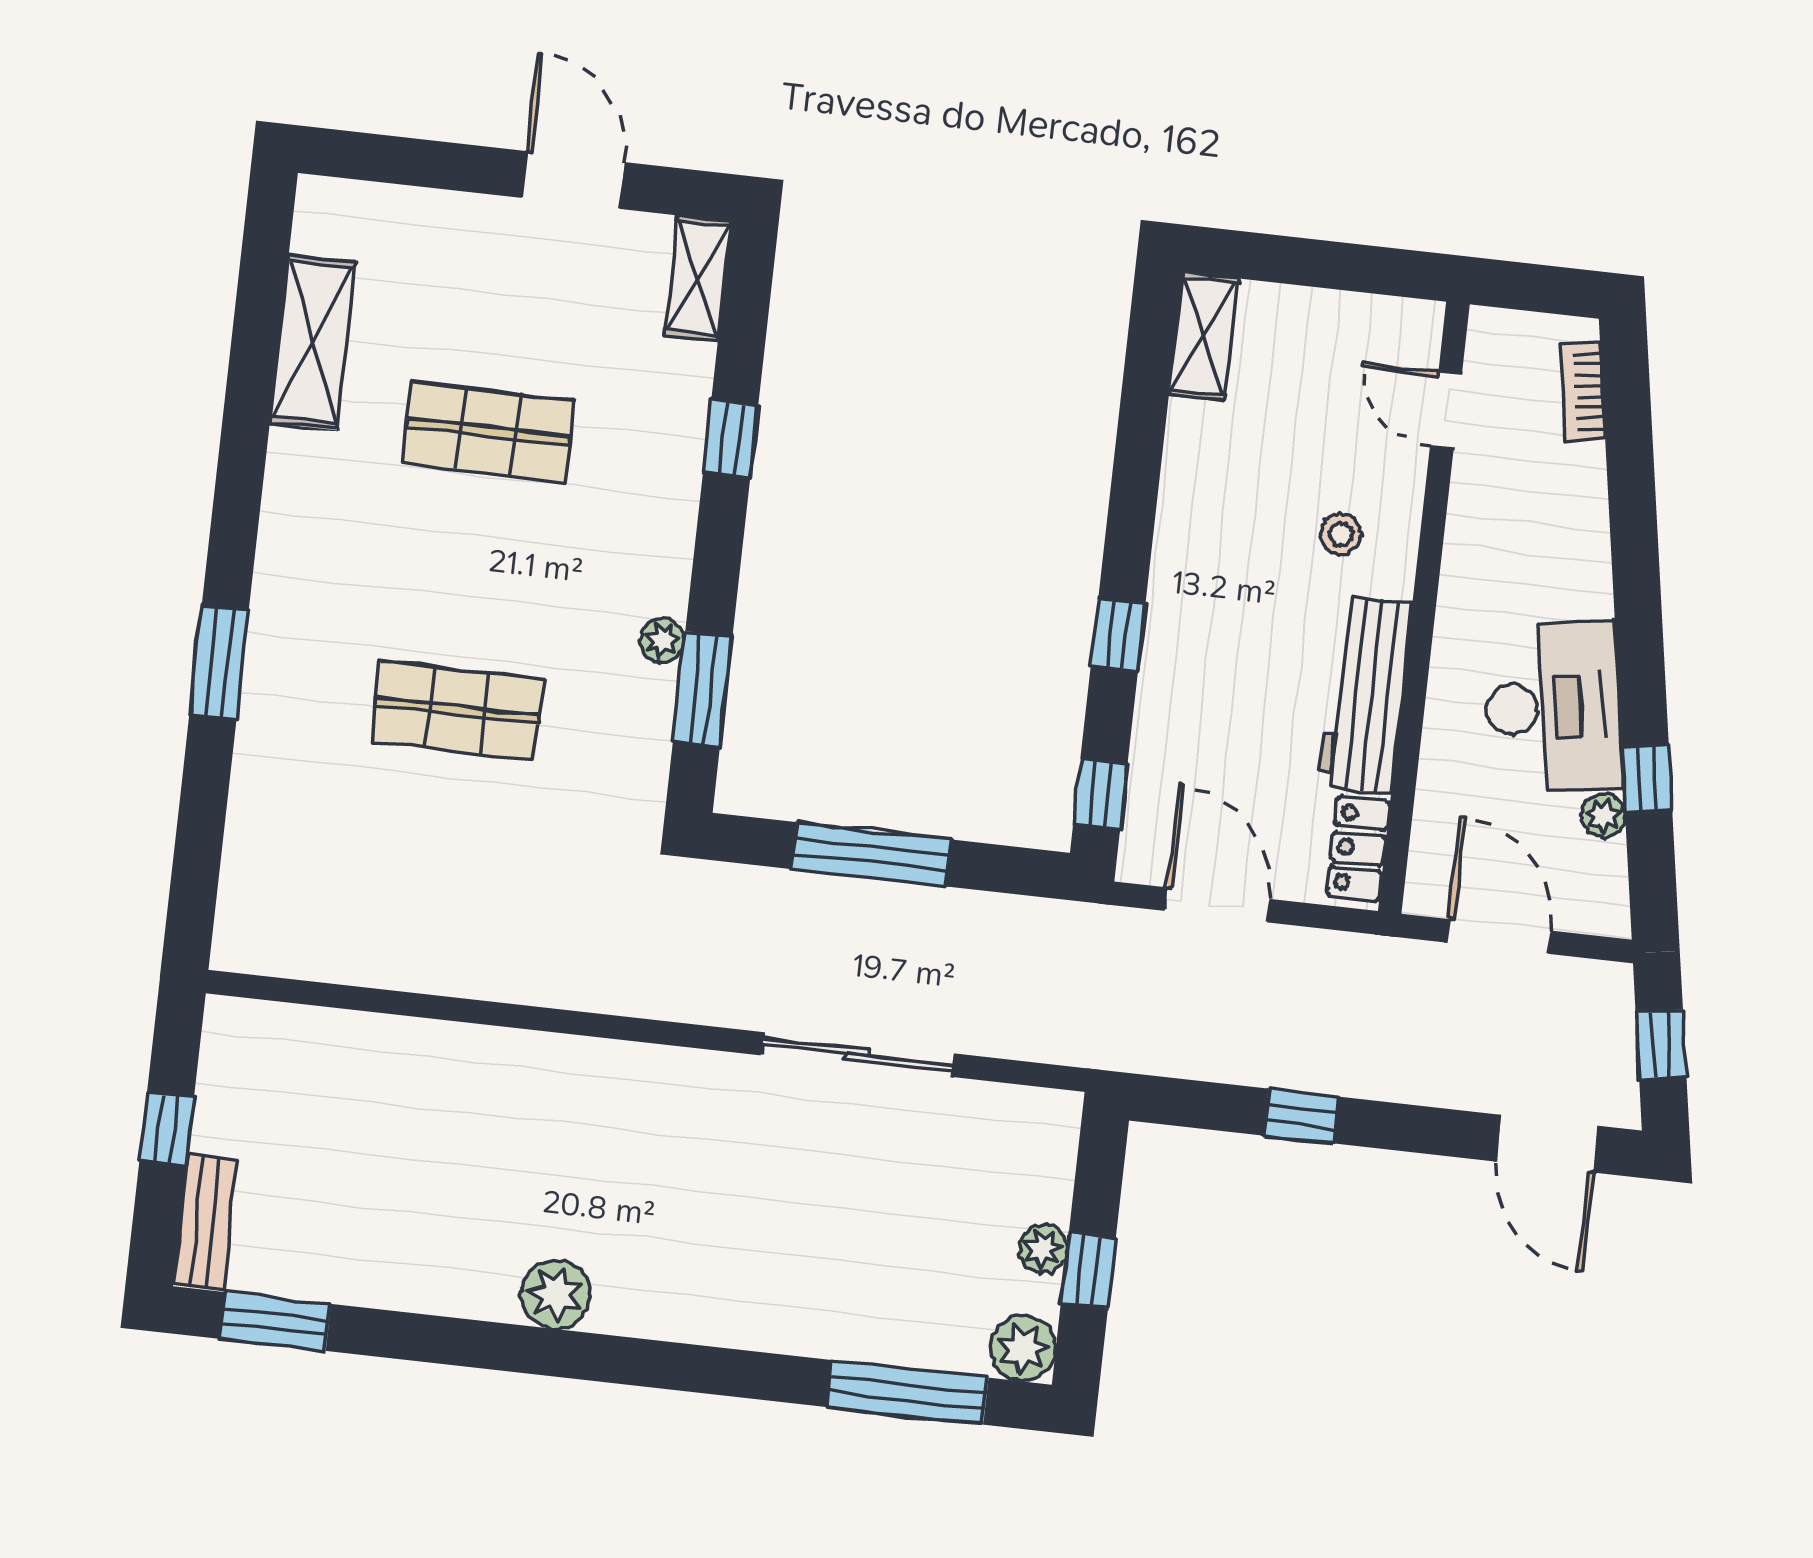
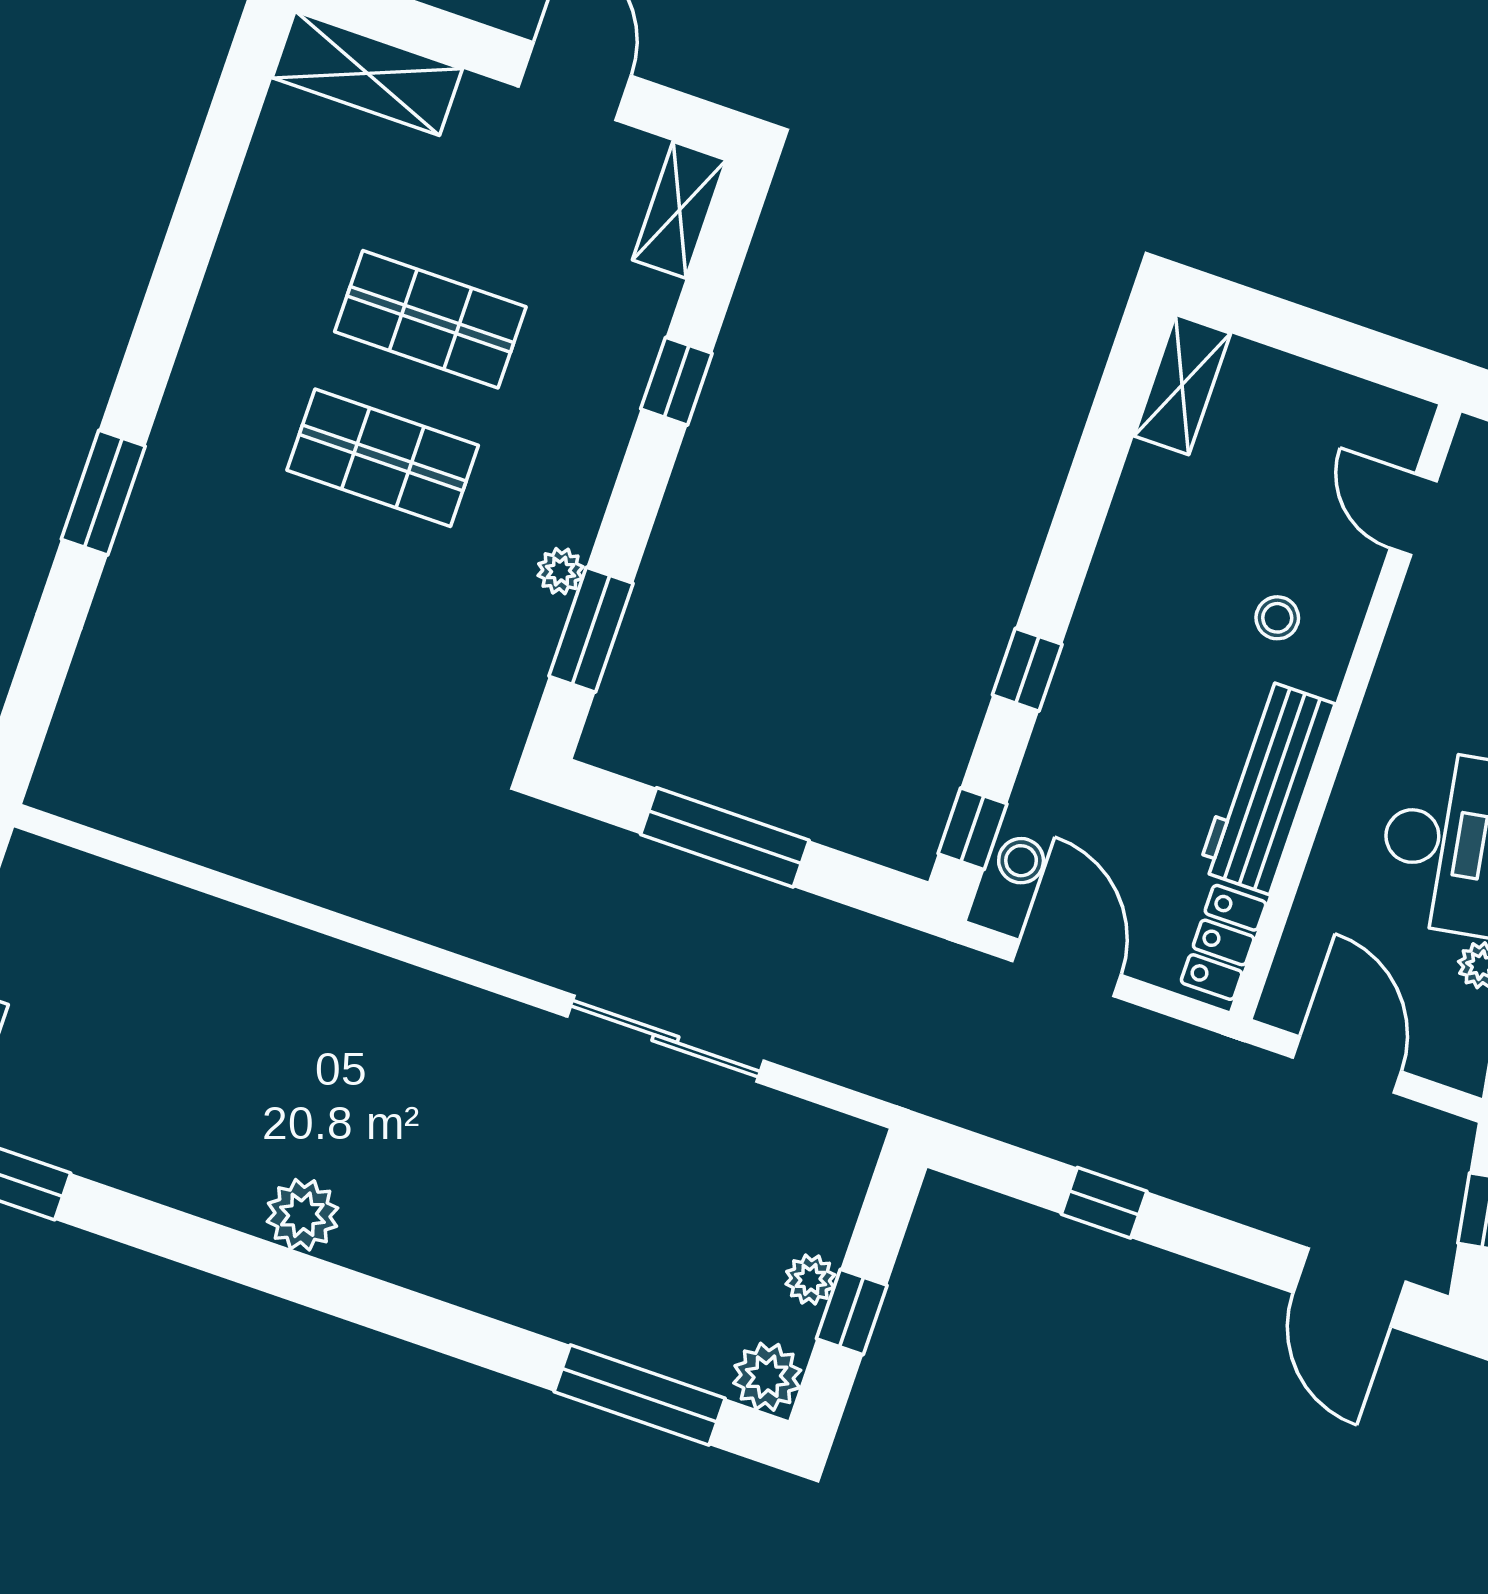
shelving: (313, 343) -> (367, 73), moved, turned 90
shop shelf: (457, 711) -> (383, 458), moved
stool: (1152, 814) -> (1021, 861), added

